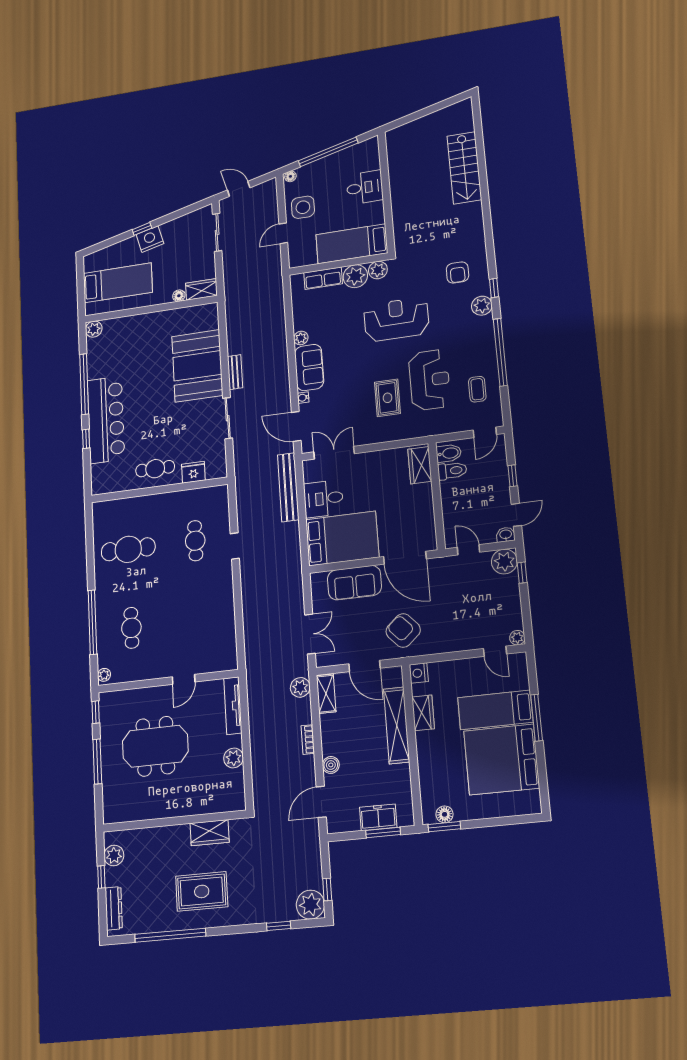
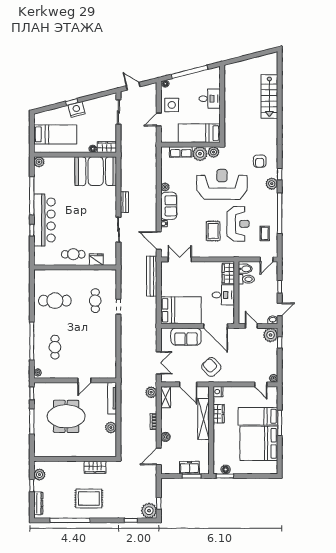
reception desk: (396, 319) -> (222, 184), width x1.36, depth x1.30
booth: (197, 366) -> (96, 171), moved, turned 90
desk: (324, 499) -> (223, 295), moved, turned 180

